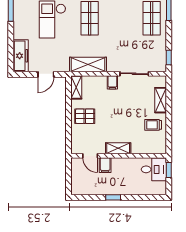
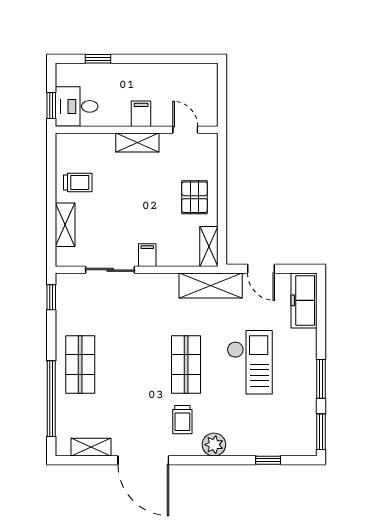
shelving: (88, 65) -> (211, 285), moved
door: (46, 74) -> (261, 269), swing flipped
pallet: (85, 116) -> (195, 197), turned 90
filing cabinet: (105, 165) -> (141, 114), moved
window: (113, 197) -> (98, 59), moved

